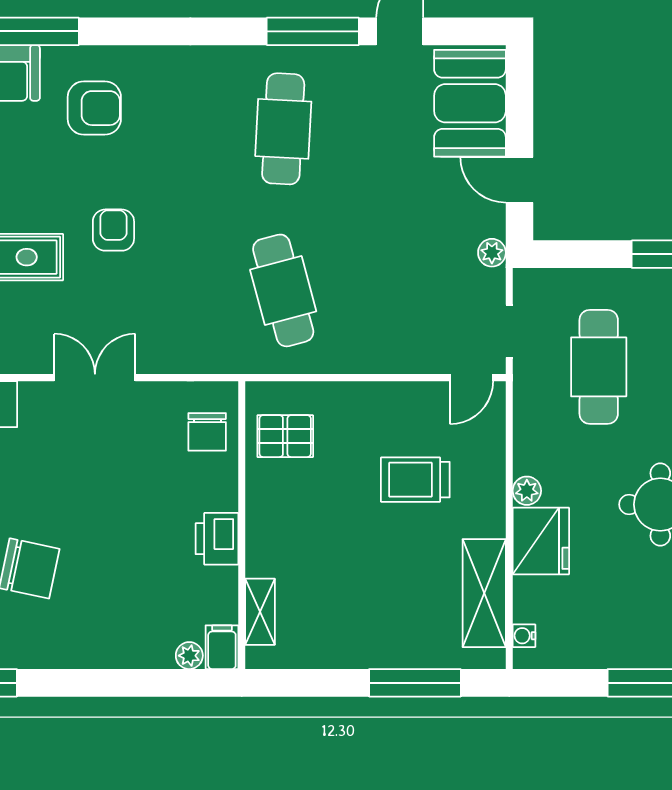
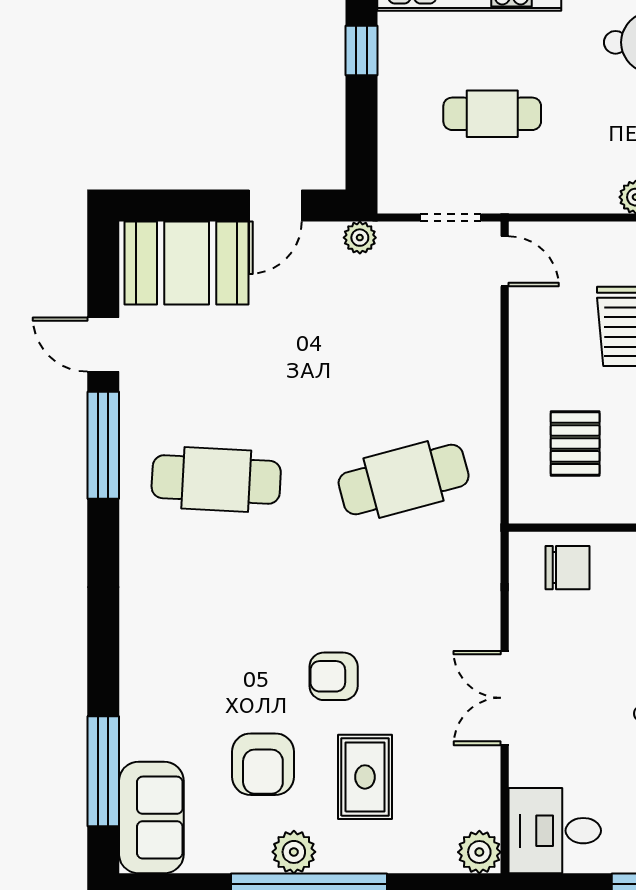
armchair: (94, 108) -> (263, 764), moved, turned 180
cafe table: (599, 367) -> (492, 114), width x0.73, depth x0.74
pallet: (285, 436) -> (575, 443), moved

